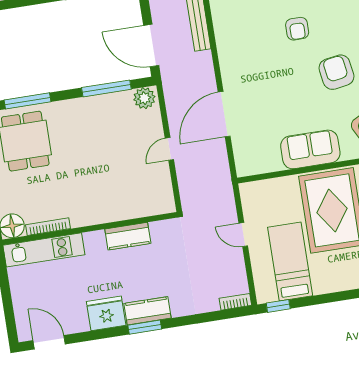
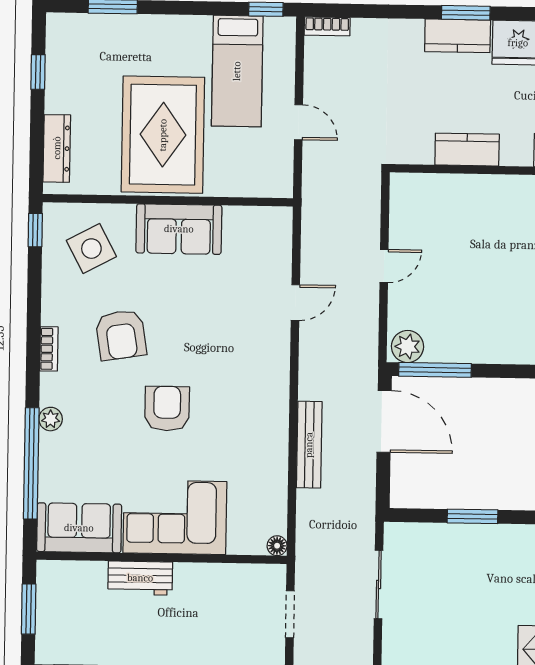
armchair: (297, 29) -> (167, 408), width x1.38, depth x1.38
window: (106, 88) -> (435, 370), moved
door: (224, 114) -> (295, 303), width x0.53

